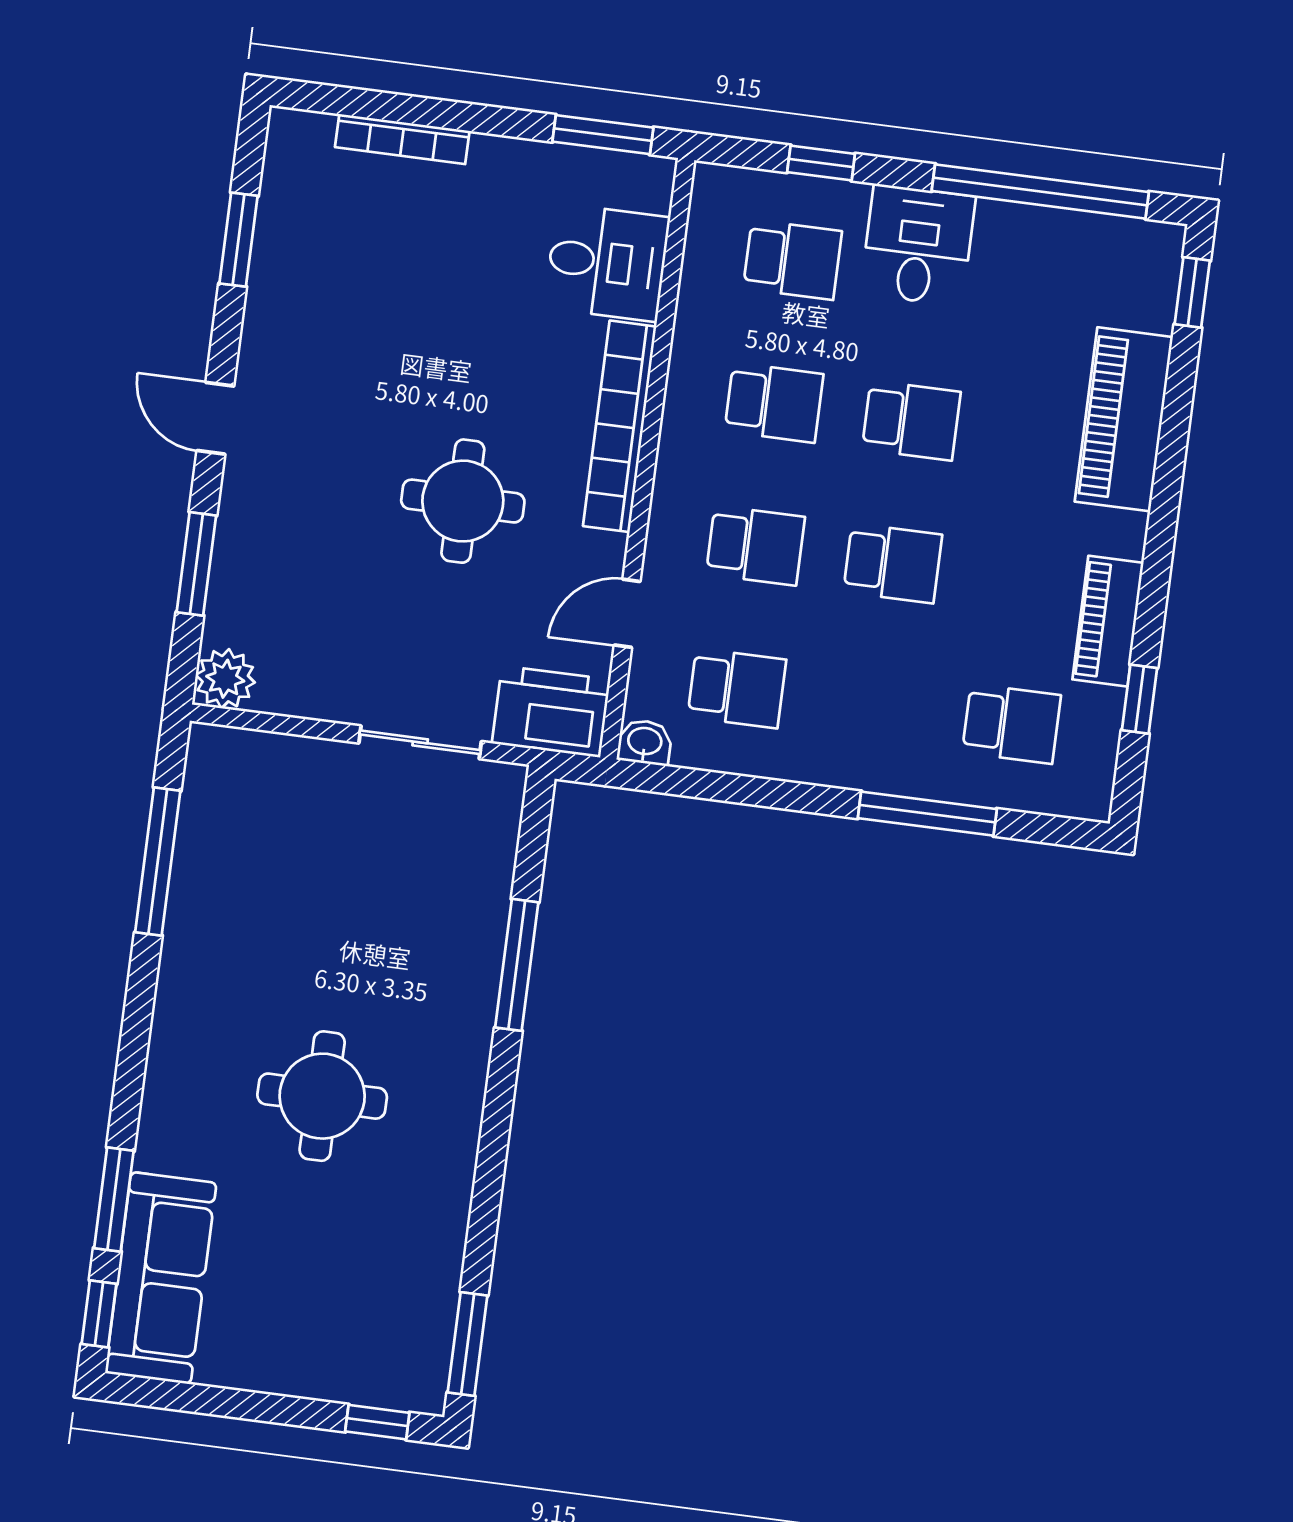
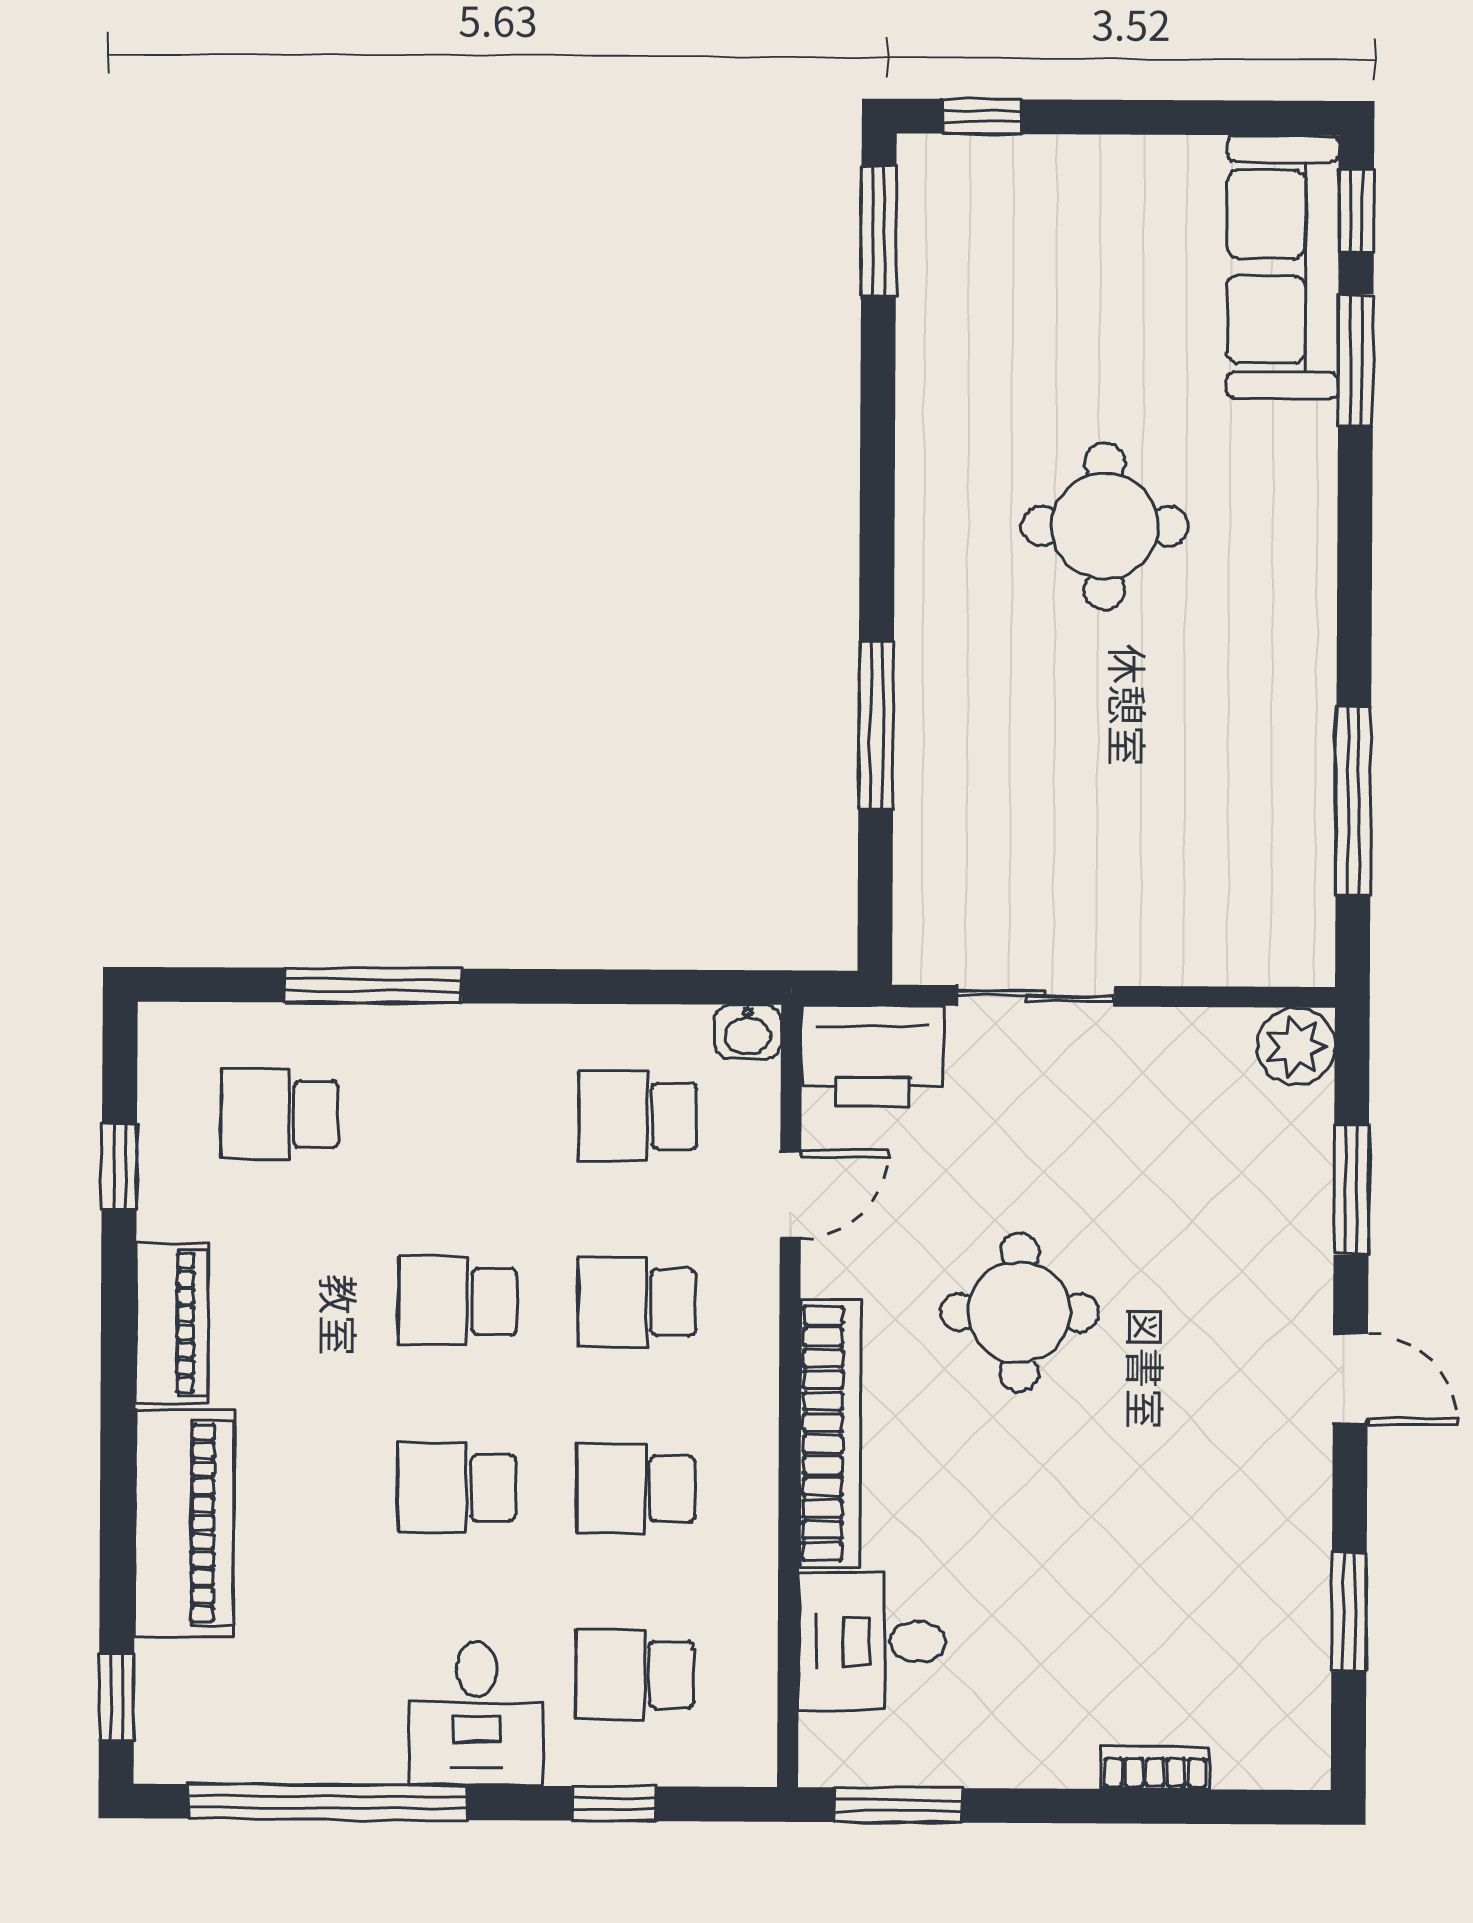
bookcase: (402, 139) -> (1155, 1767), width x0.64
piano: (1108, 621) -> (172, 1323), moved

